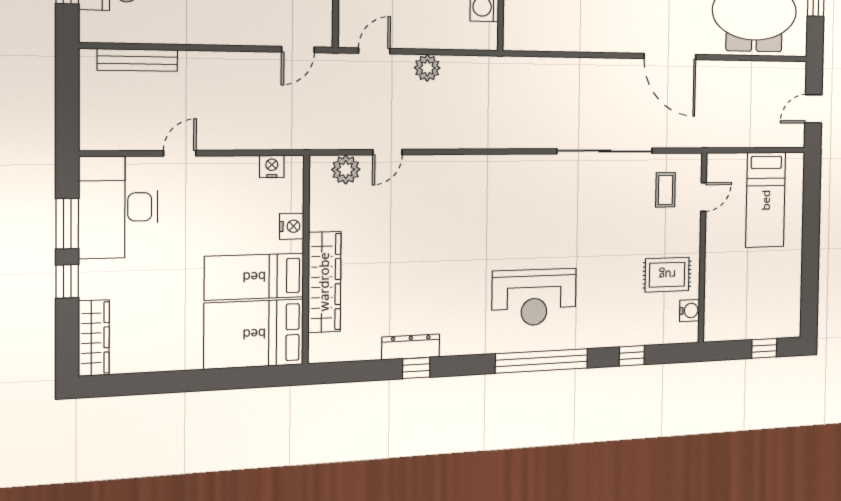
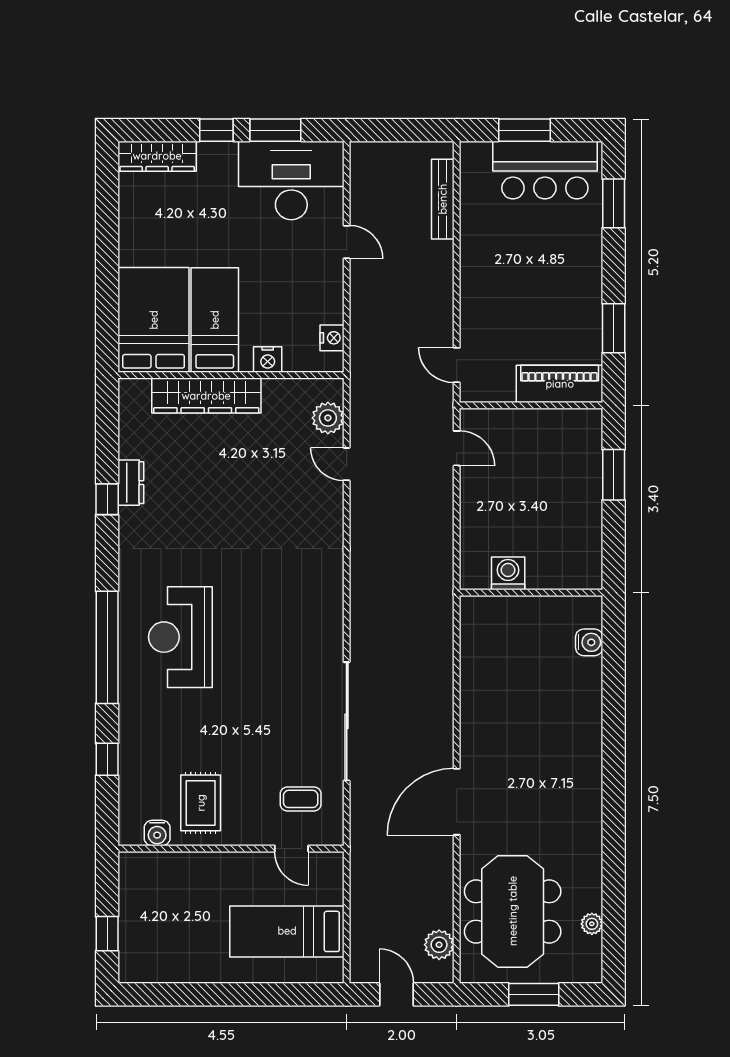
plant: (427, 68) -> (439, 945), moved
dresser: (411, 347) -> (131, 483), width x0.70

